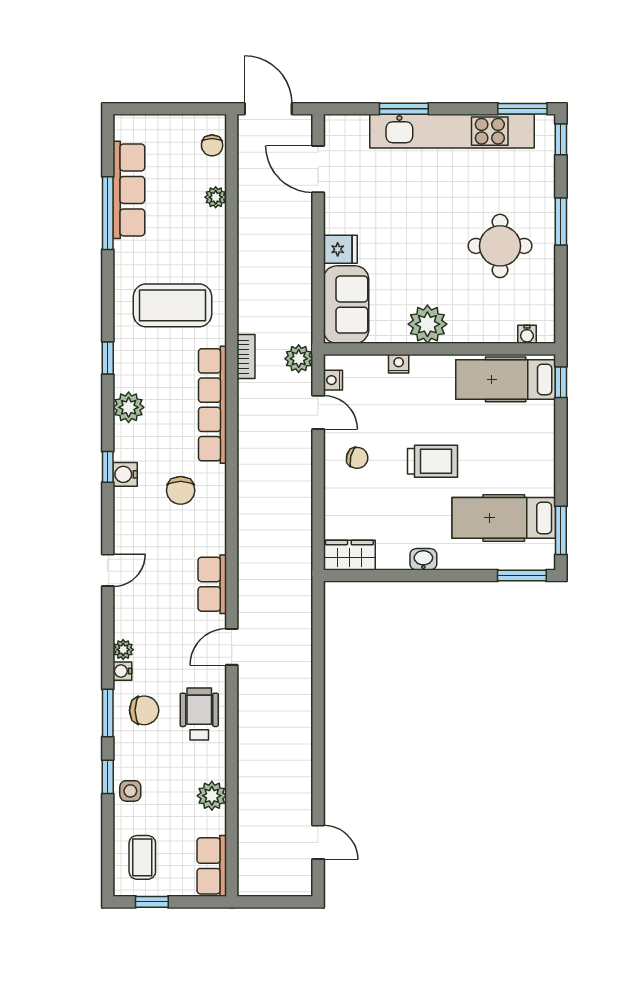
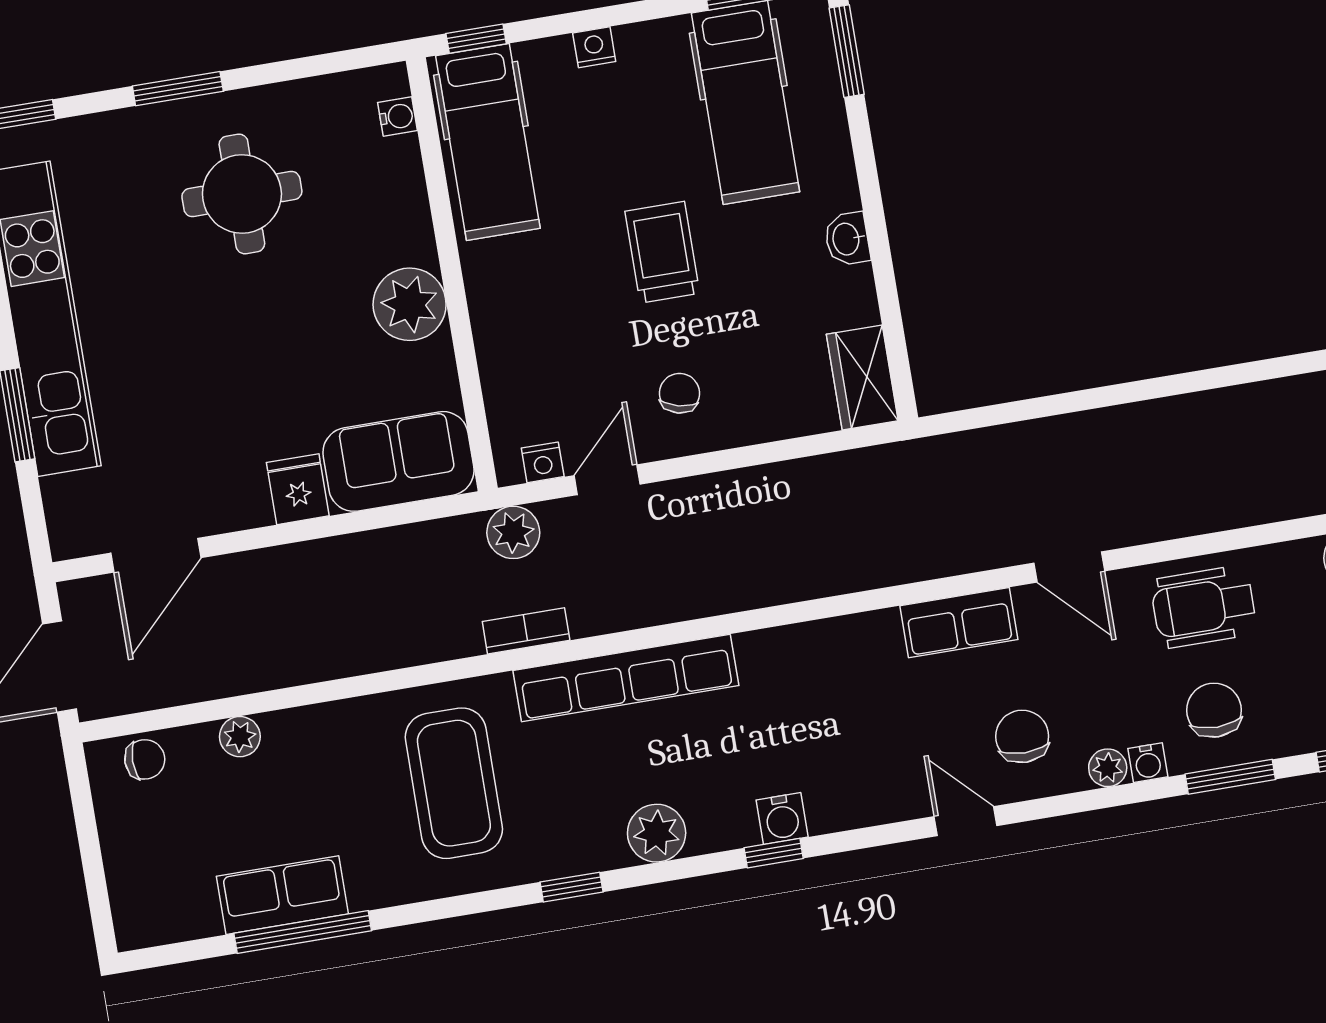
row of seats: (129, 190) -> (282, 895), width x0.68
nightstand: (399, 364) -> (594, 47), moved, turned 90
chair: (181, 490) -> (1022, 736), moved, turned -90

